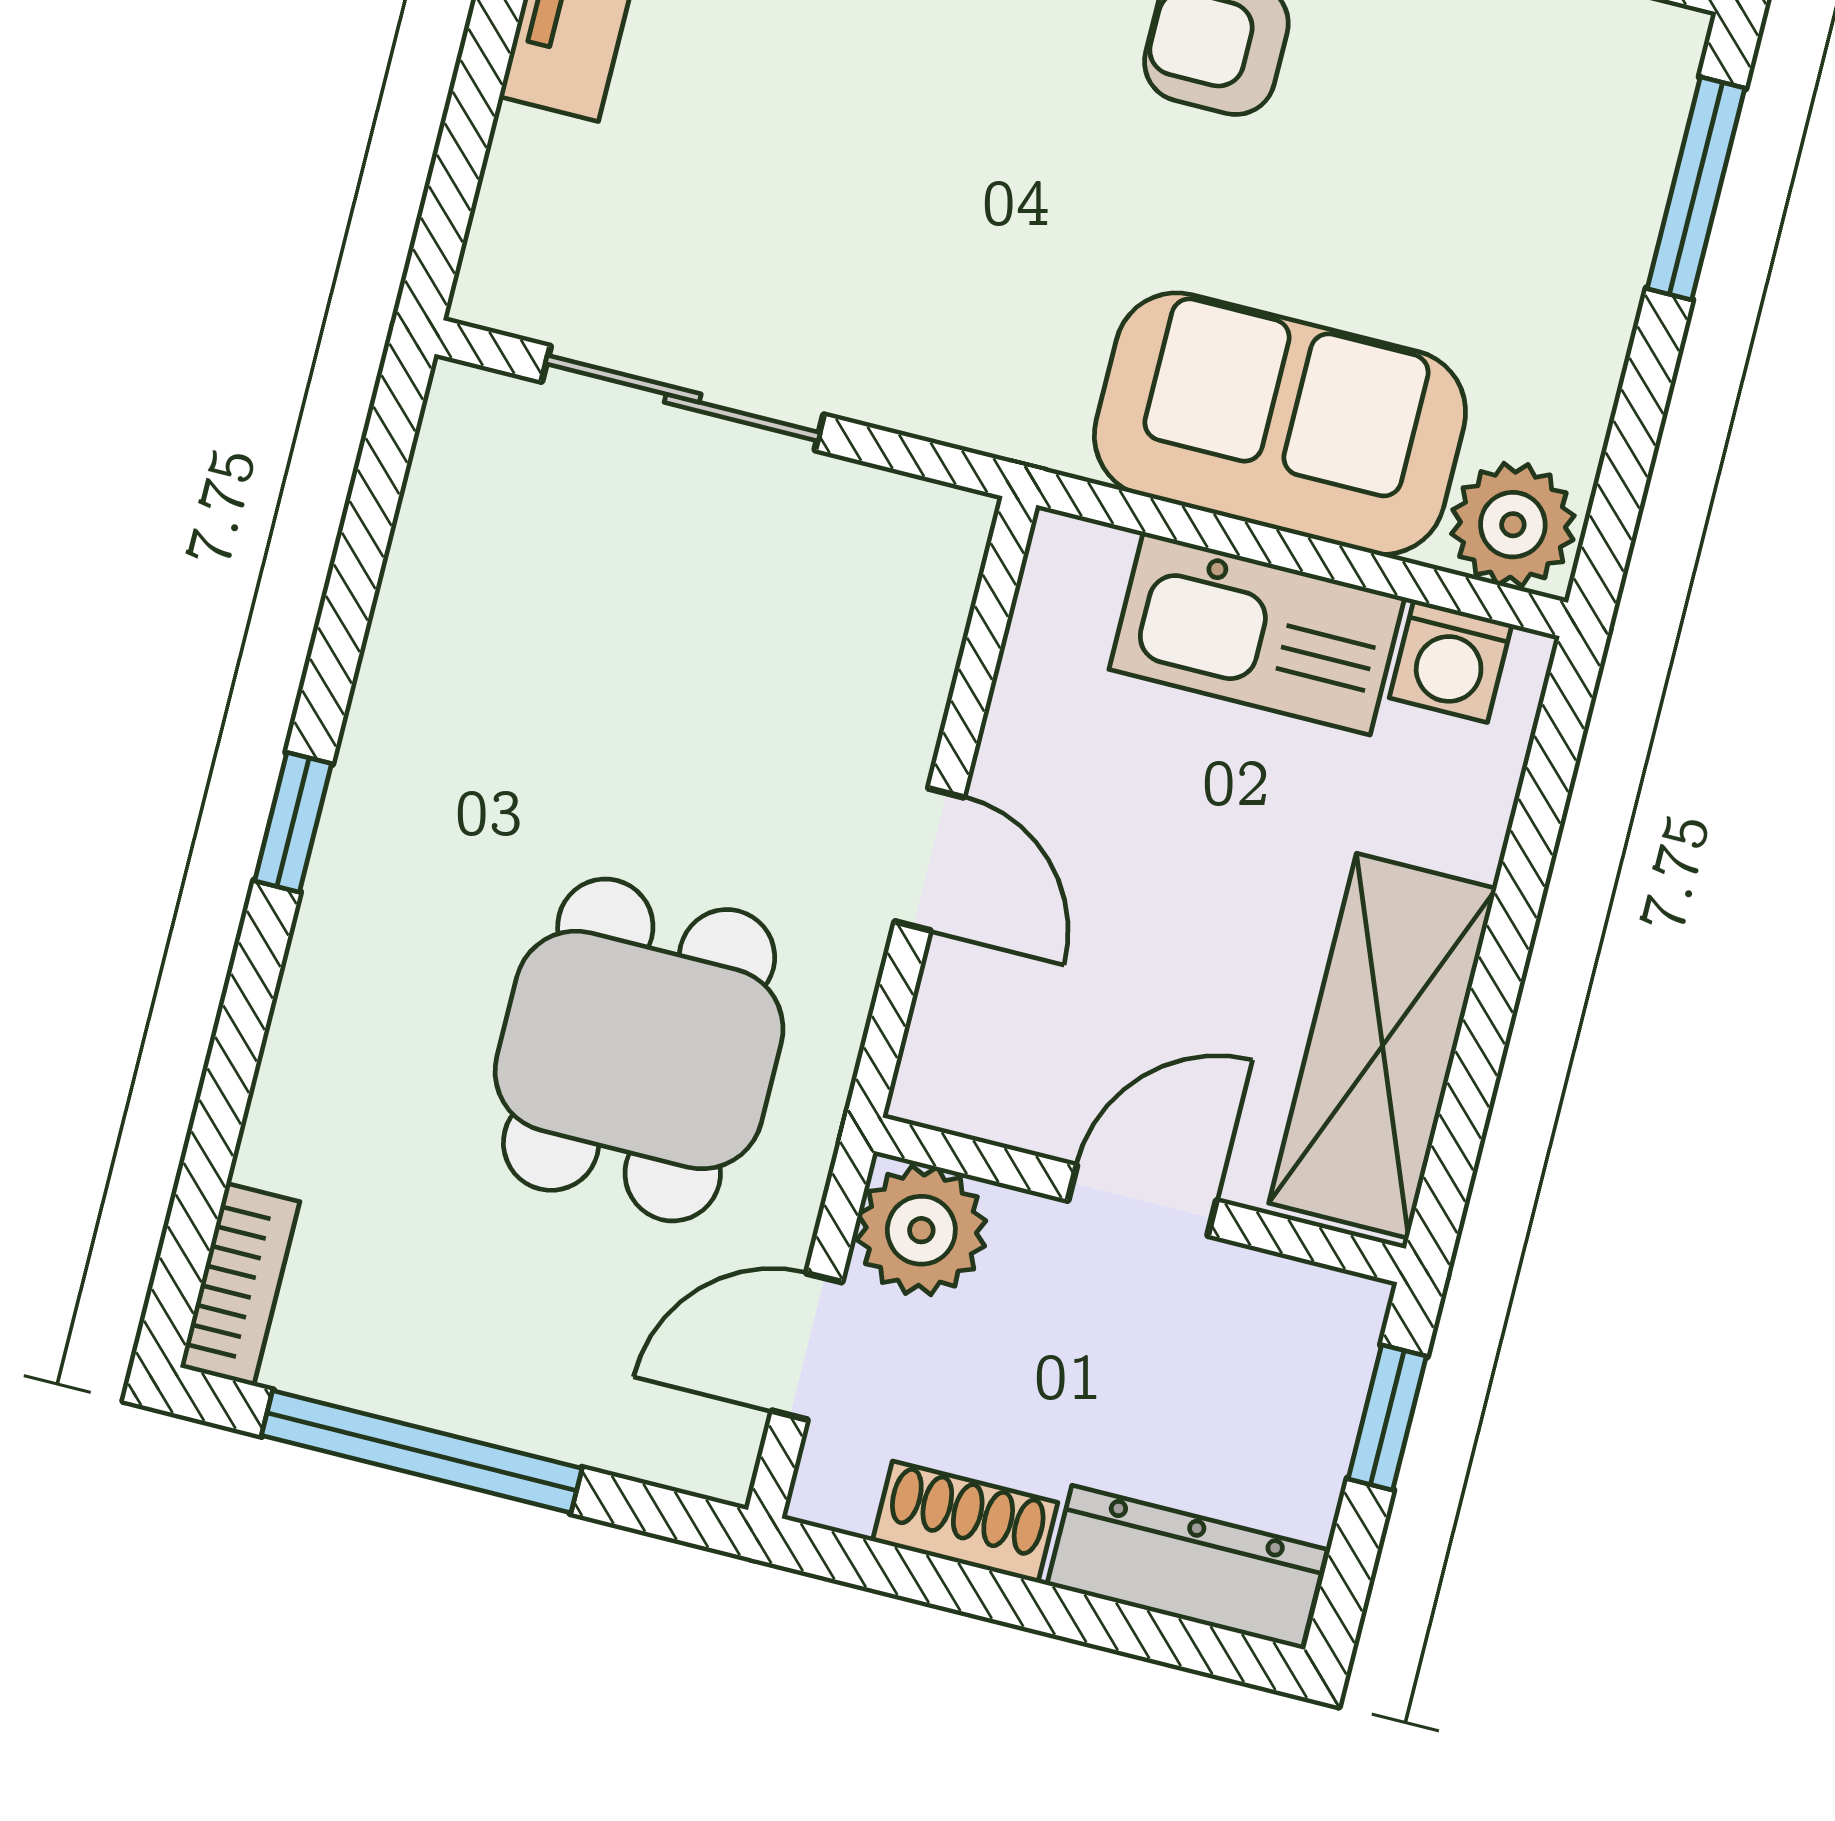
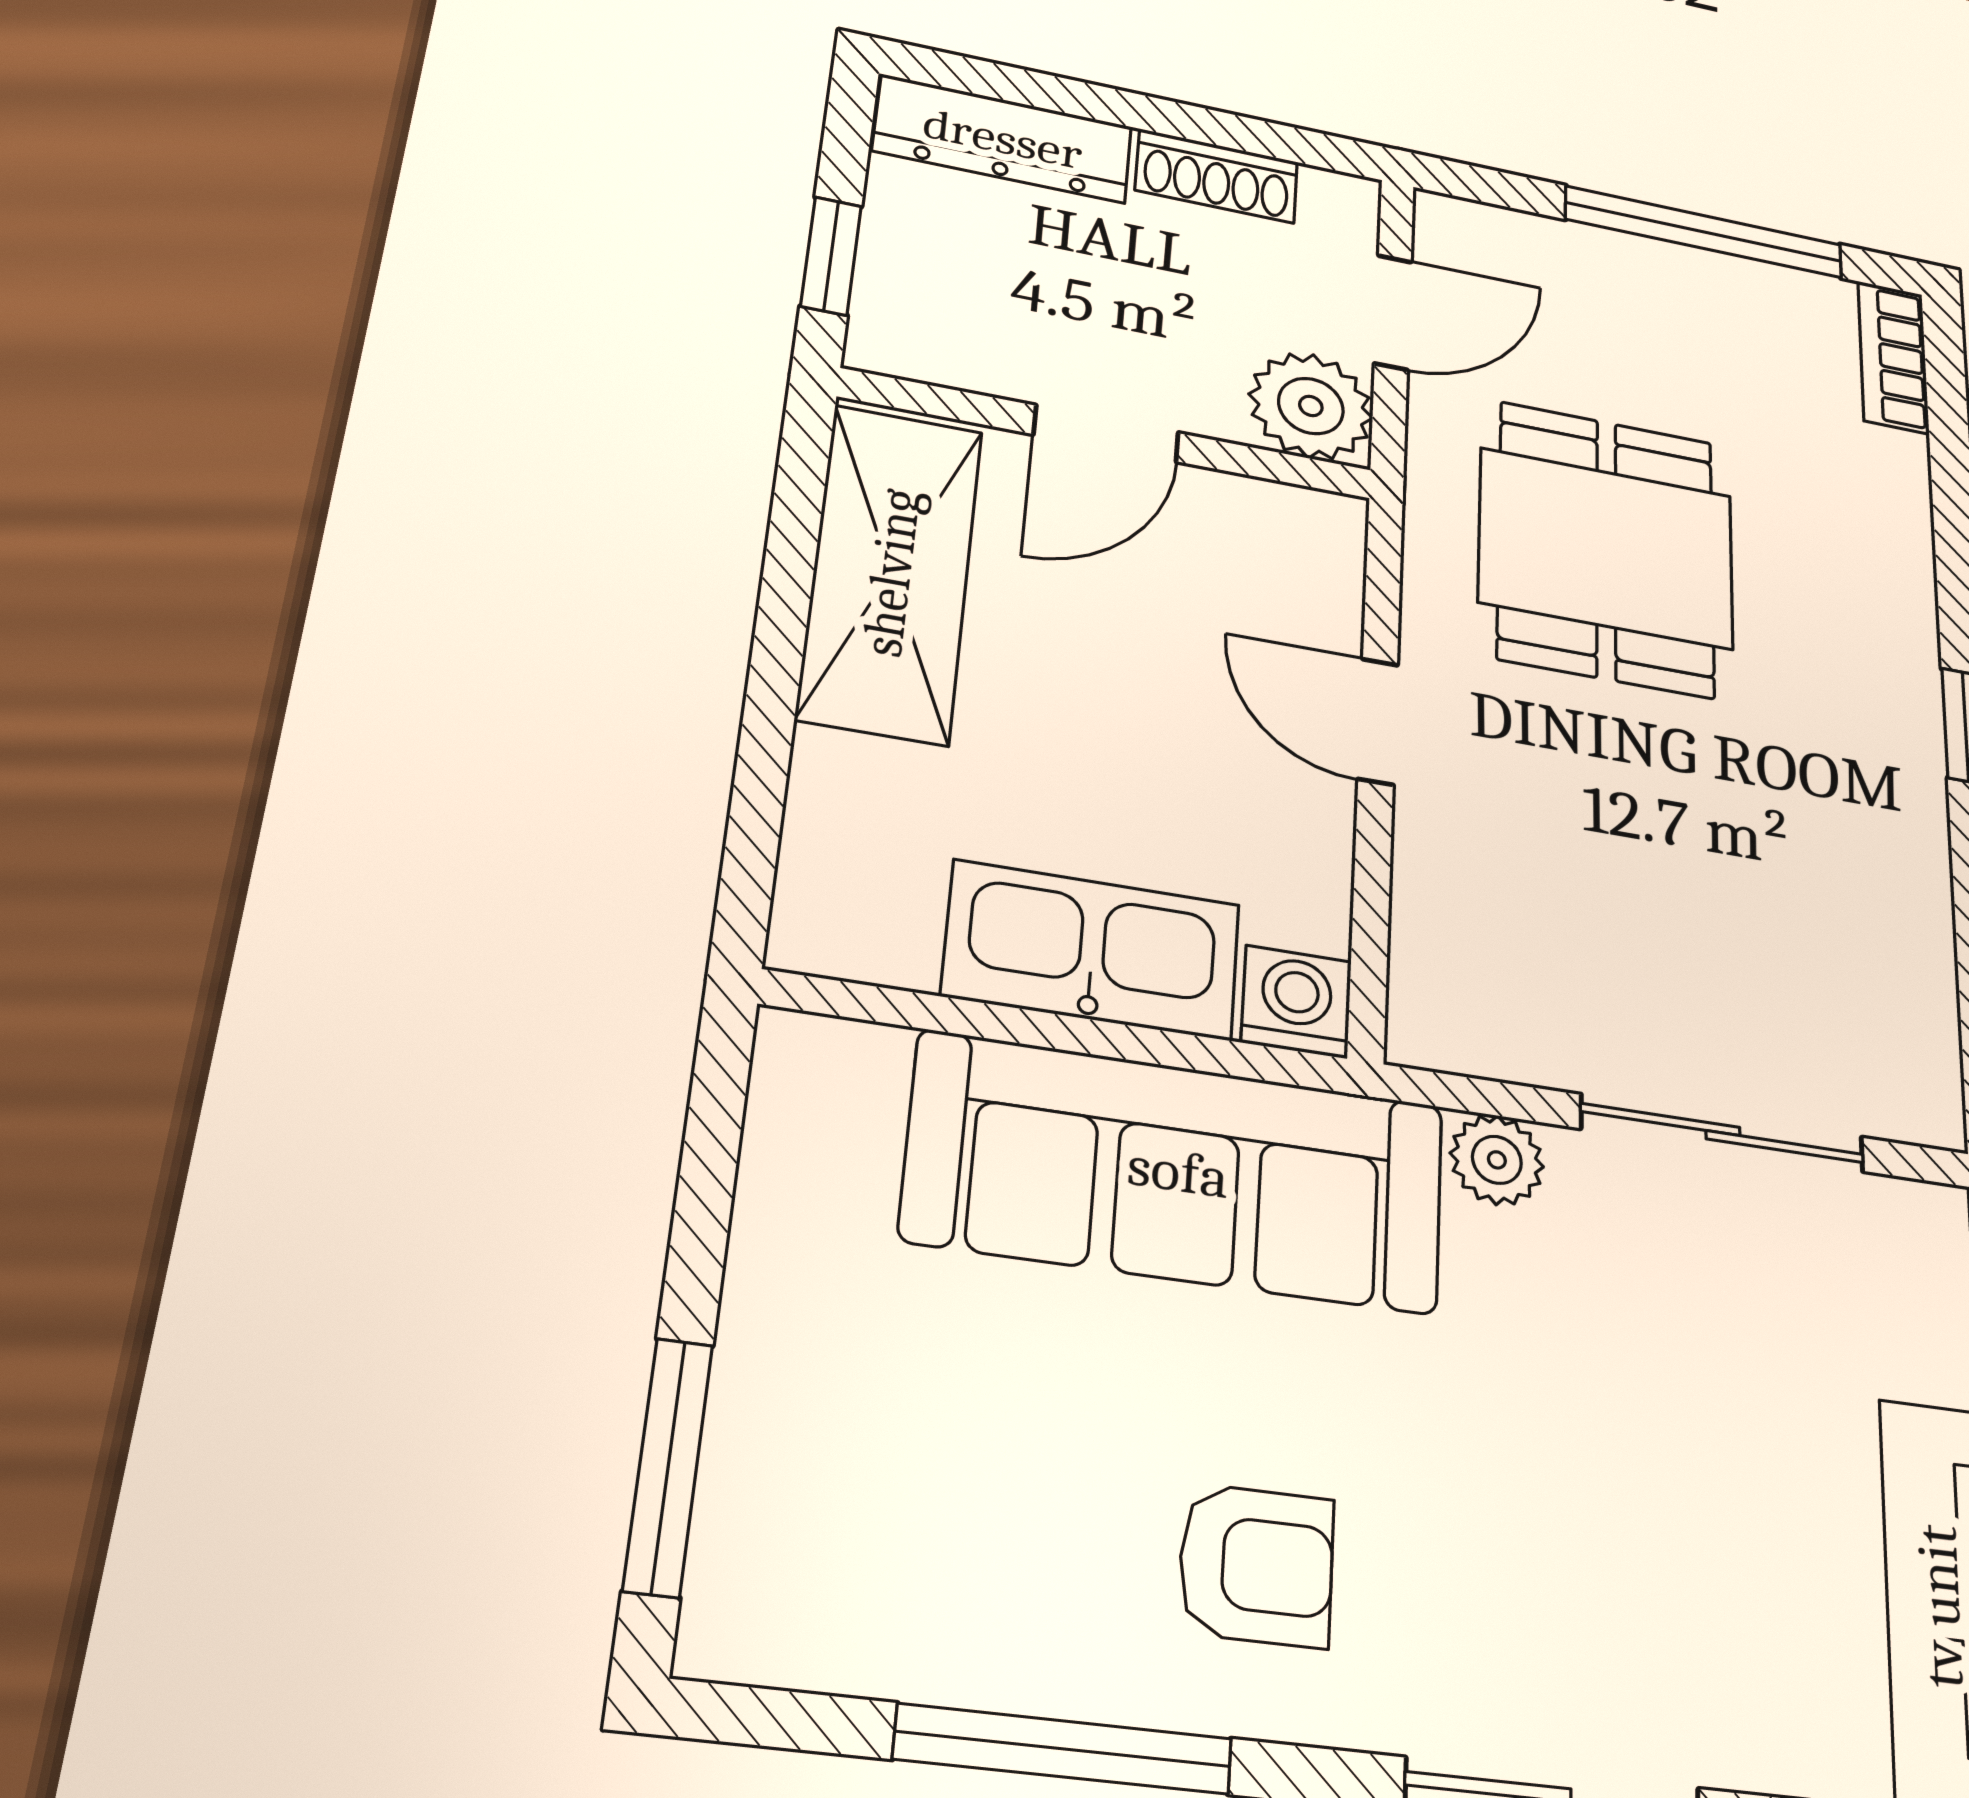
sofa: (1280, 424) -> (1178, 1172), width x1.36
plant: (1513, 525) -> (1497, 1160), moved, width x0.73, depth x0.73
washing machine: (1451, 661) -> (1296, 1002), moved

